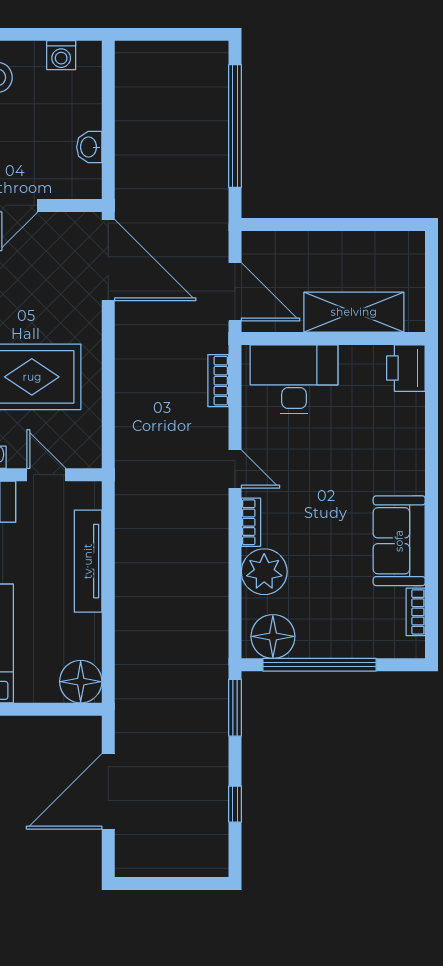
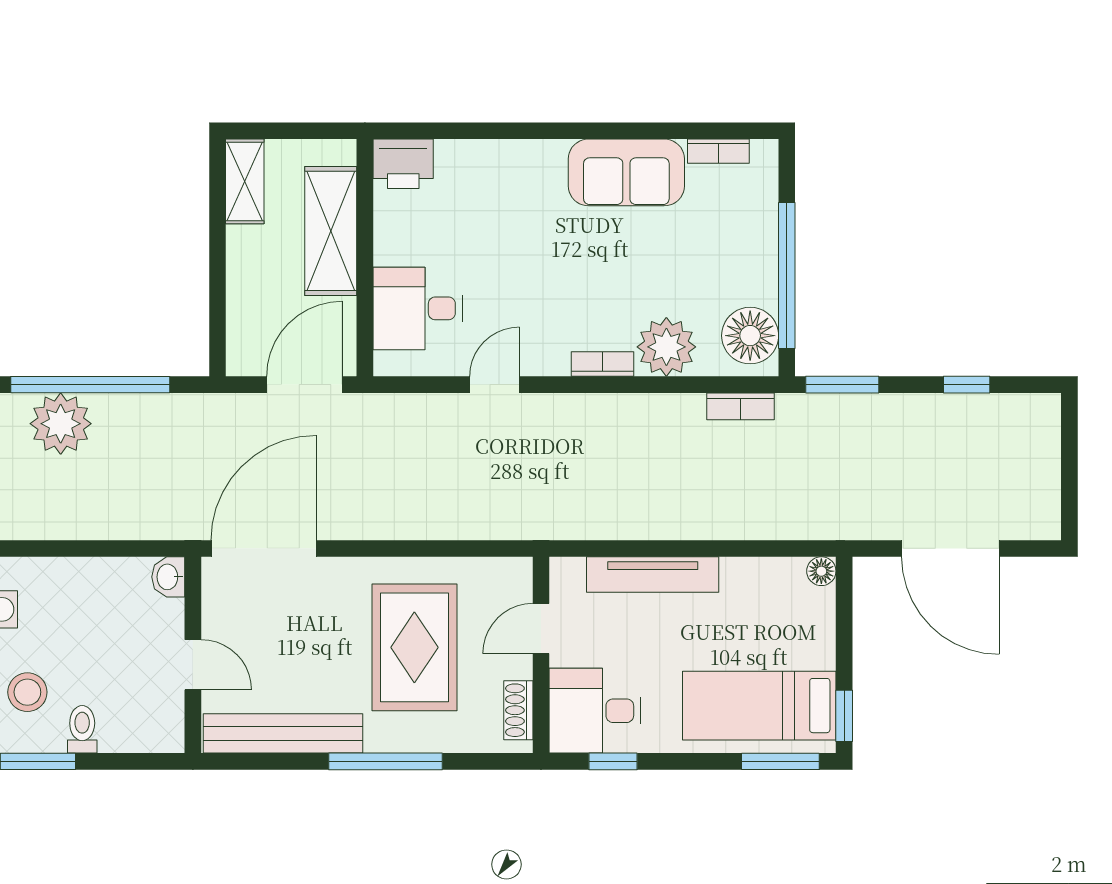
plant: (205, 103) -> (61, 424), added
washbasin: (89, 147) -> (168, 577), moved, turned 90
shelving: (392, 246) -> (245, 181), added
desk: (294, 379) -> (418, 308), width x0.73
bookcase: (218, 381) -> (740, 406), moved
door: (235, 469) -> (495, 385), moved
floor lamp: (81, 682) -> (821, 571), width x0.53, depth x0.53

